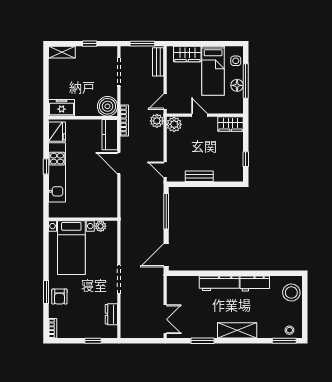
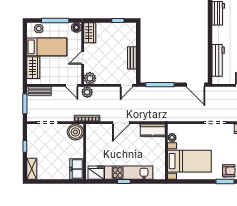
floor lamp: (237, 85) -> (76, 27), moved
kitchen counter: (110, 135) -> (153, 130), moved
workbench: (219, 283) -> (218, 60), moved

